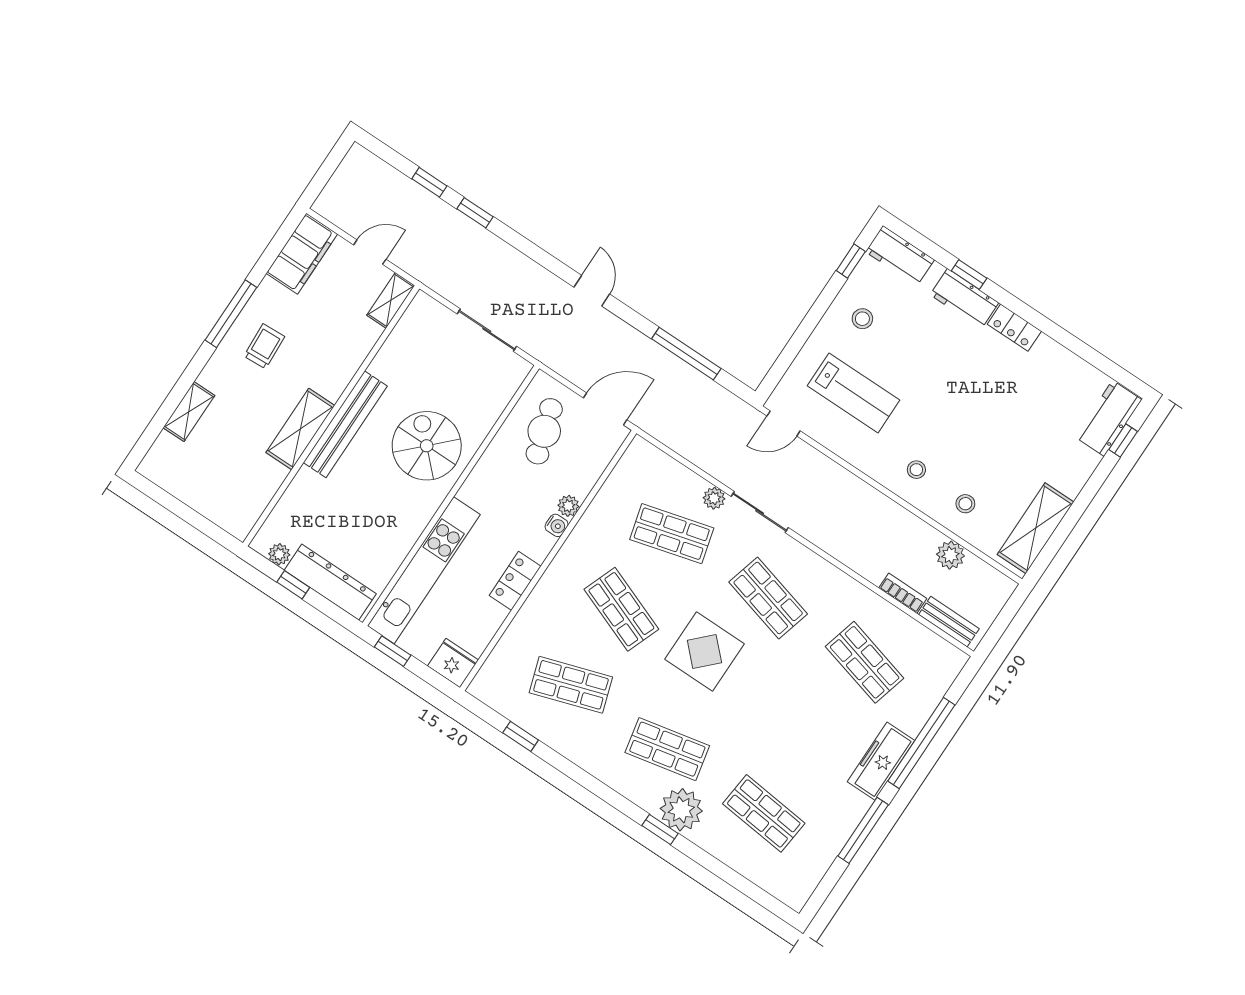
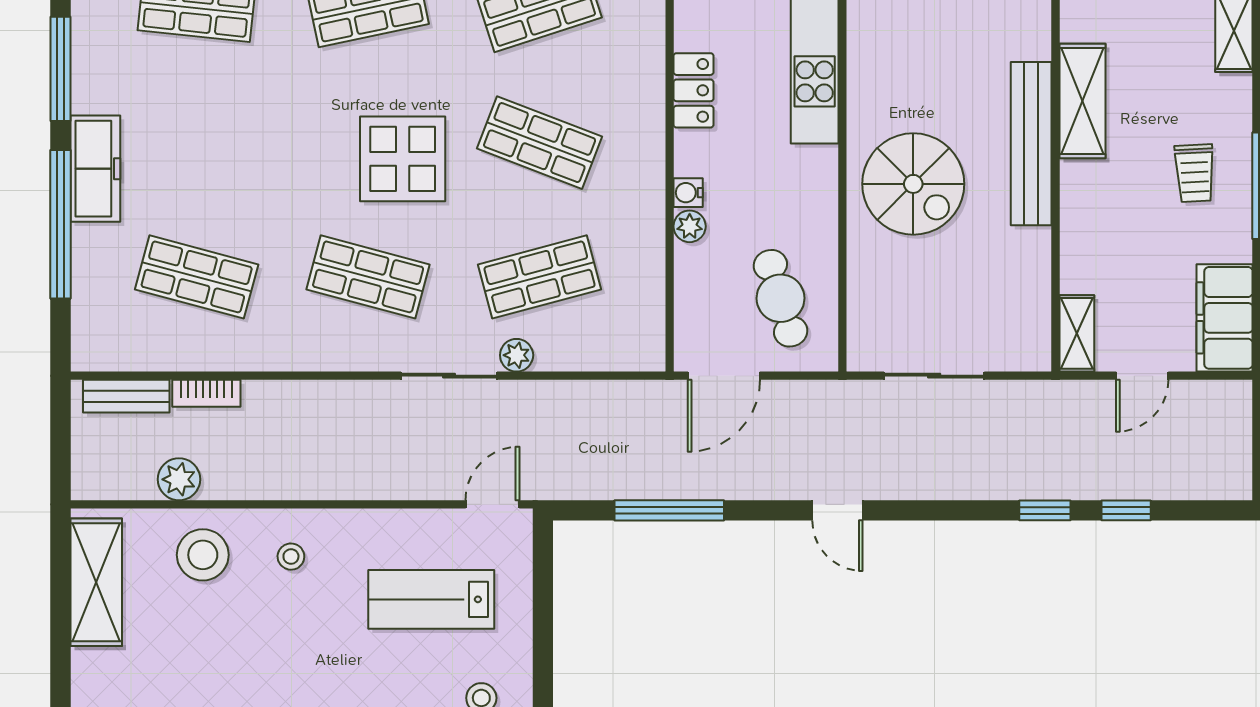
stool: (965, 504) -> (203, 555), width x1.89, depth x1.89

